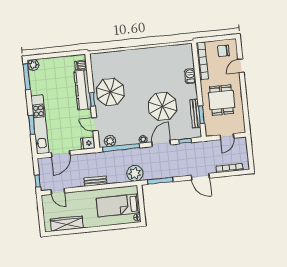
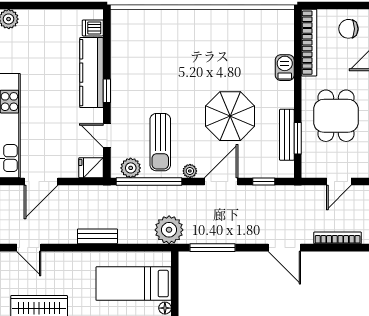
parasol: (110, 92) -> (140, 81), removed
sun lounger: (125, 125) -> (160, 142), added

